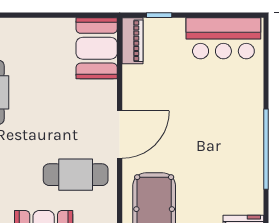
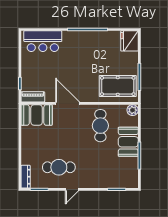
bar counter: (223, 38) -> (43, 41), moved, turned 90
door: (120, 135) -> (68, 103), moved

